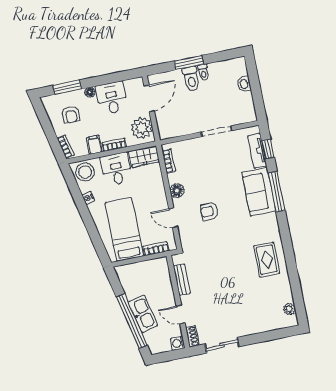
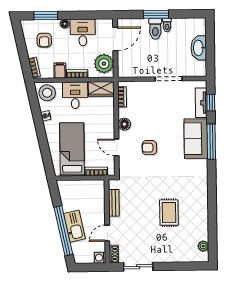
washbasin: (244, 84) -> (199, 48), width x1.91, depth x1.45
rug: (267, 260) -> (169, 213), moved
door: (181, 315) -> (107, 233), hinge flipped

